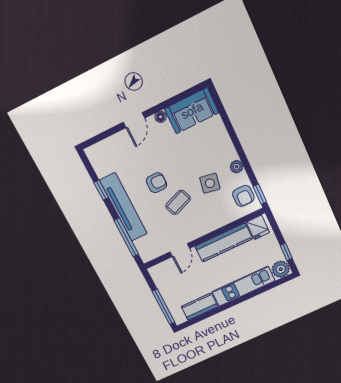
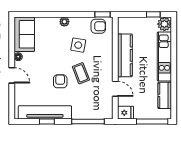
plant: (237, 167) -> (64, 22), moved
tv unit: (124, 207) -> (45, 112), moved
fridge: (258, 227) -> (126, 113), moved

